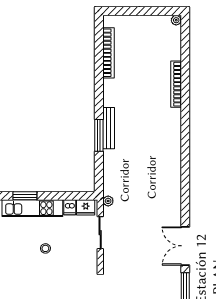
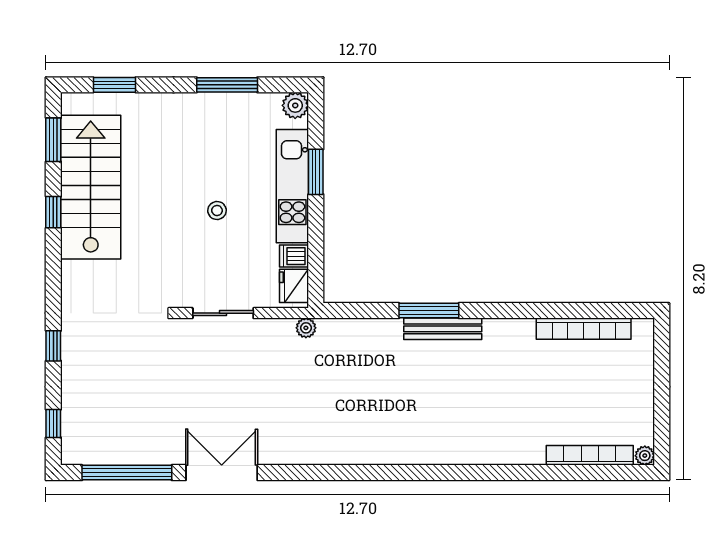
bookcase: (176, 84) -> (590, 455), moved
sliding door: (100, 233) -> (223, 313), moved

